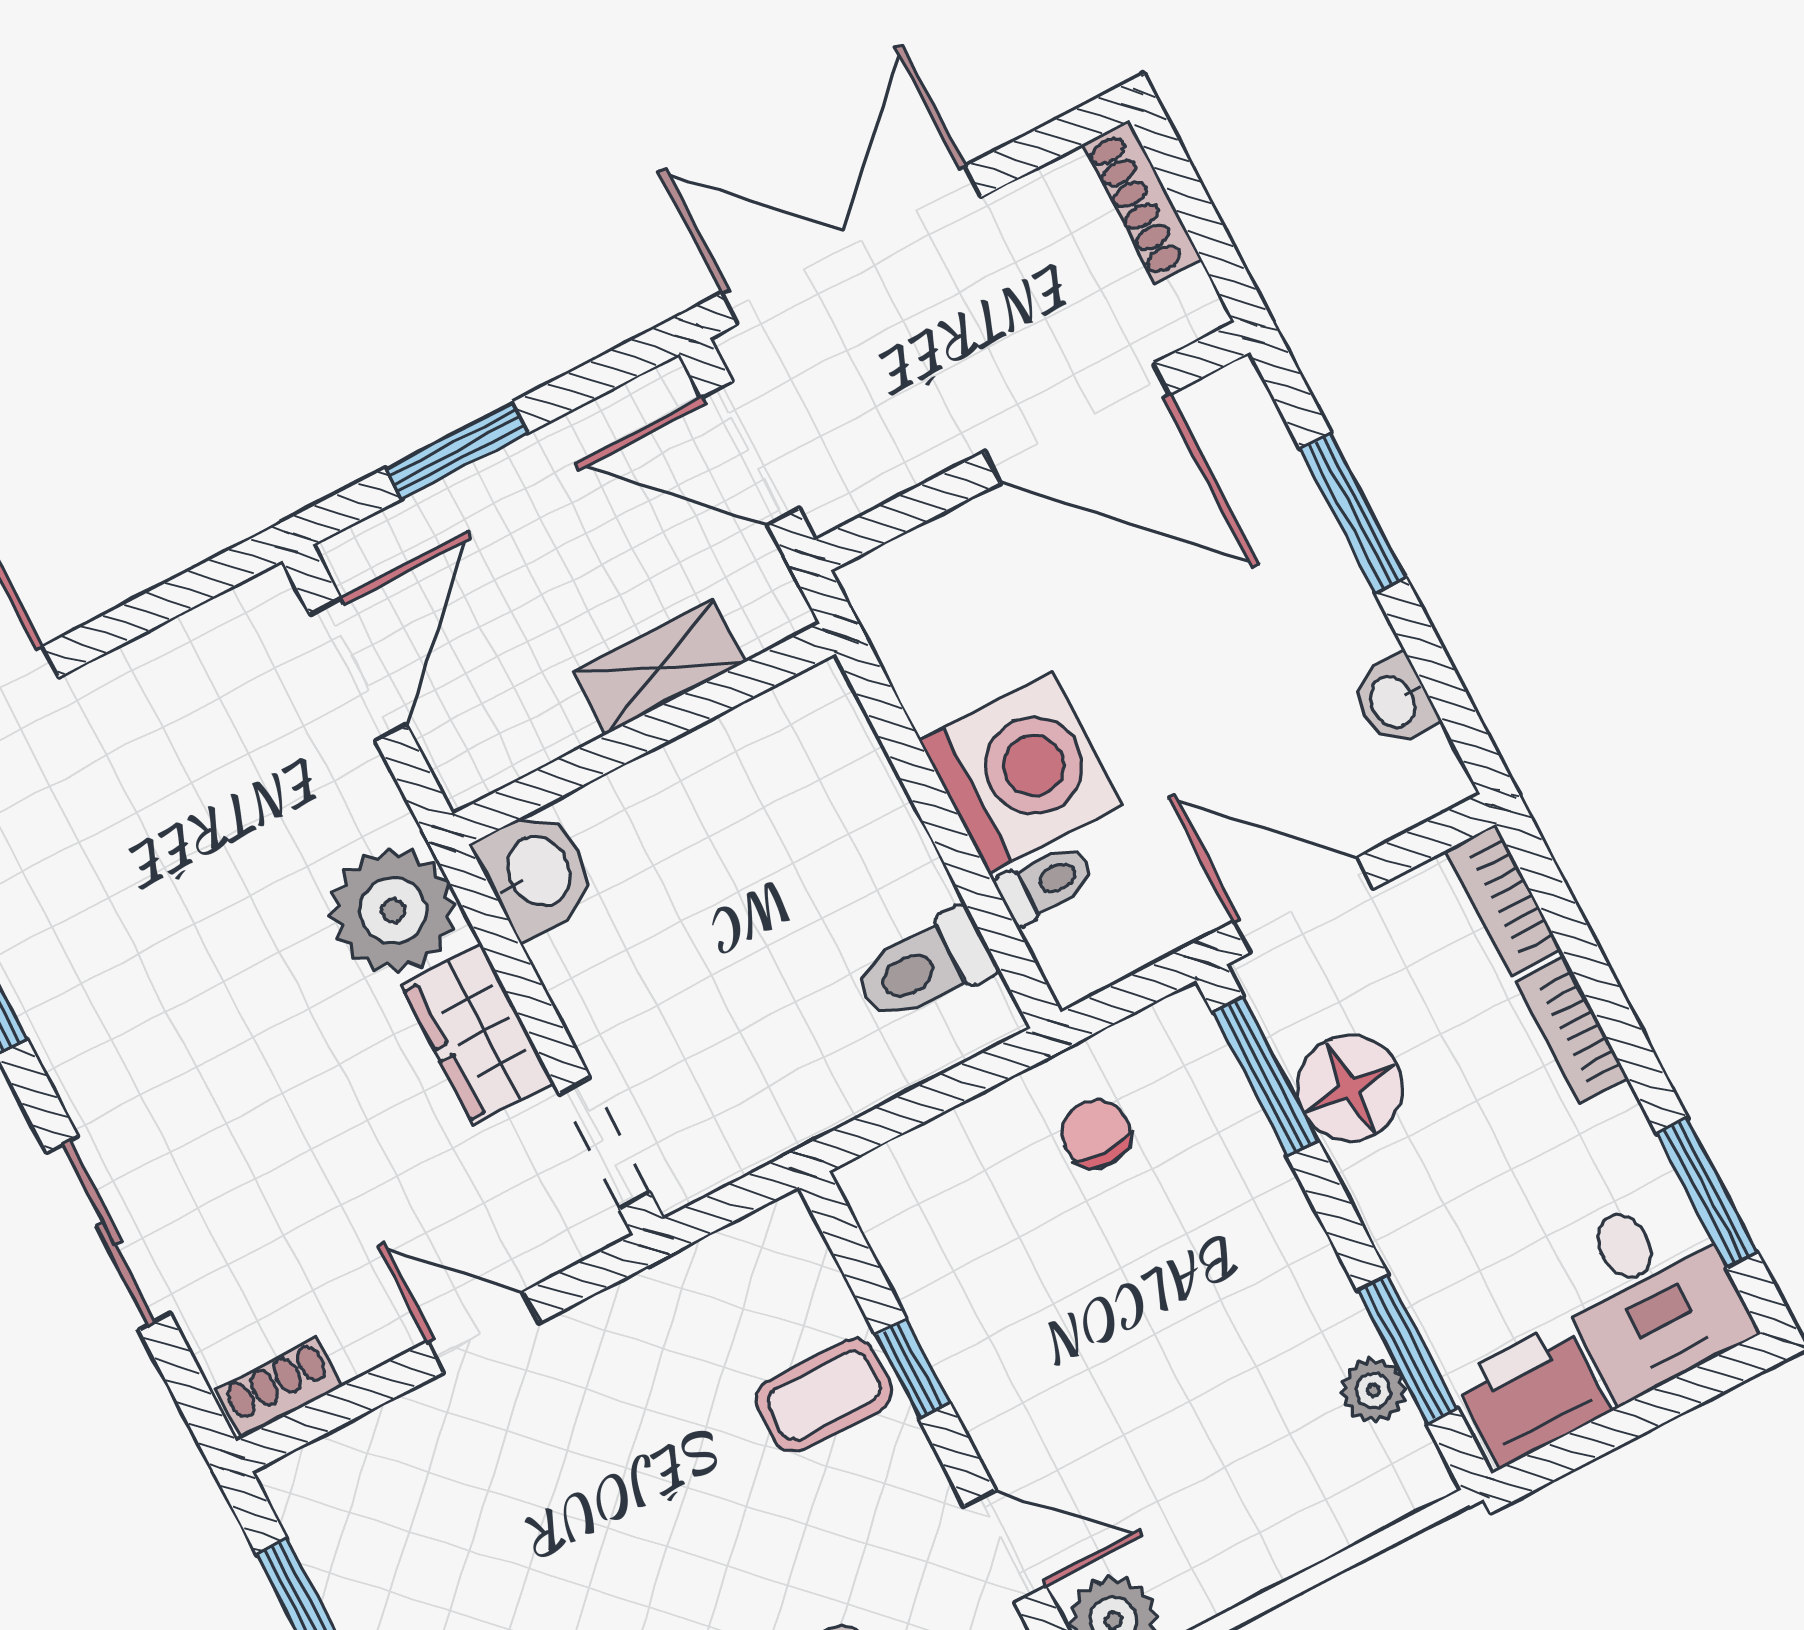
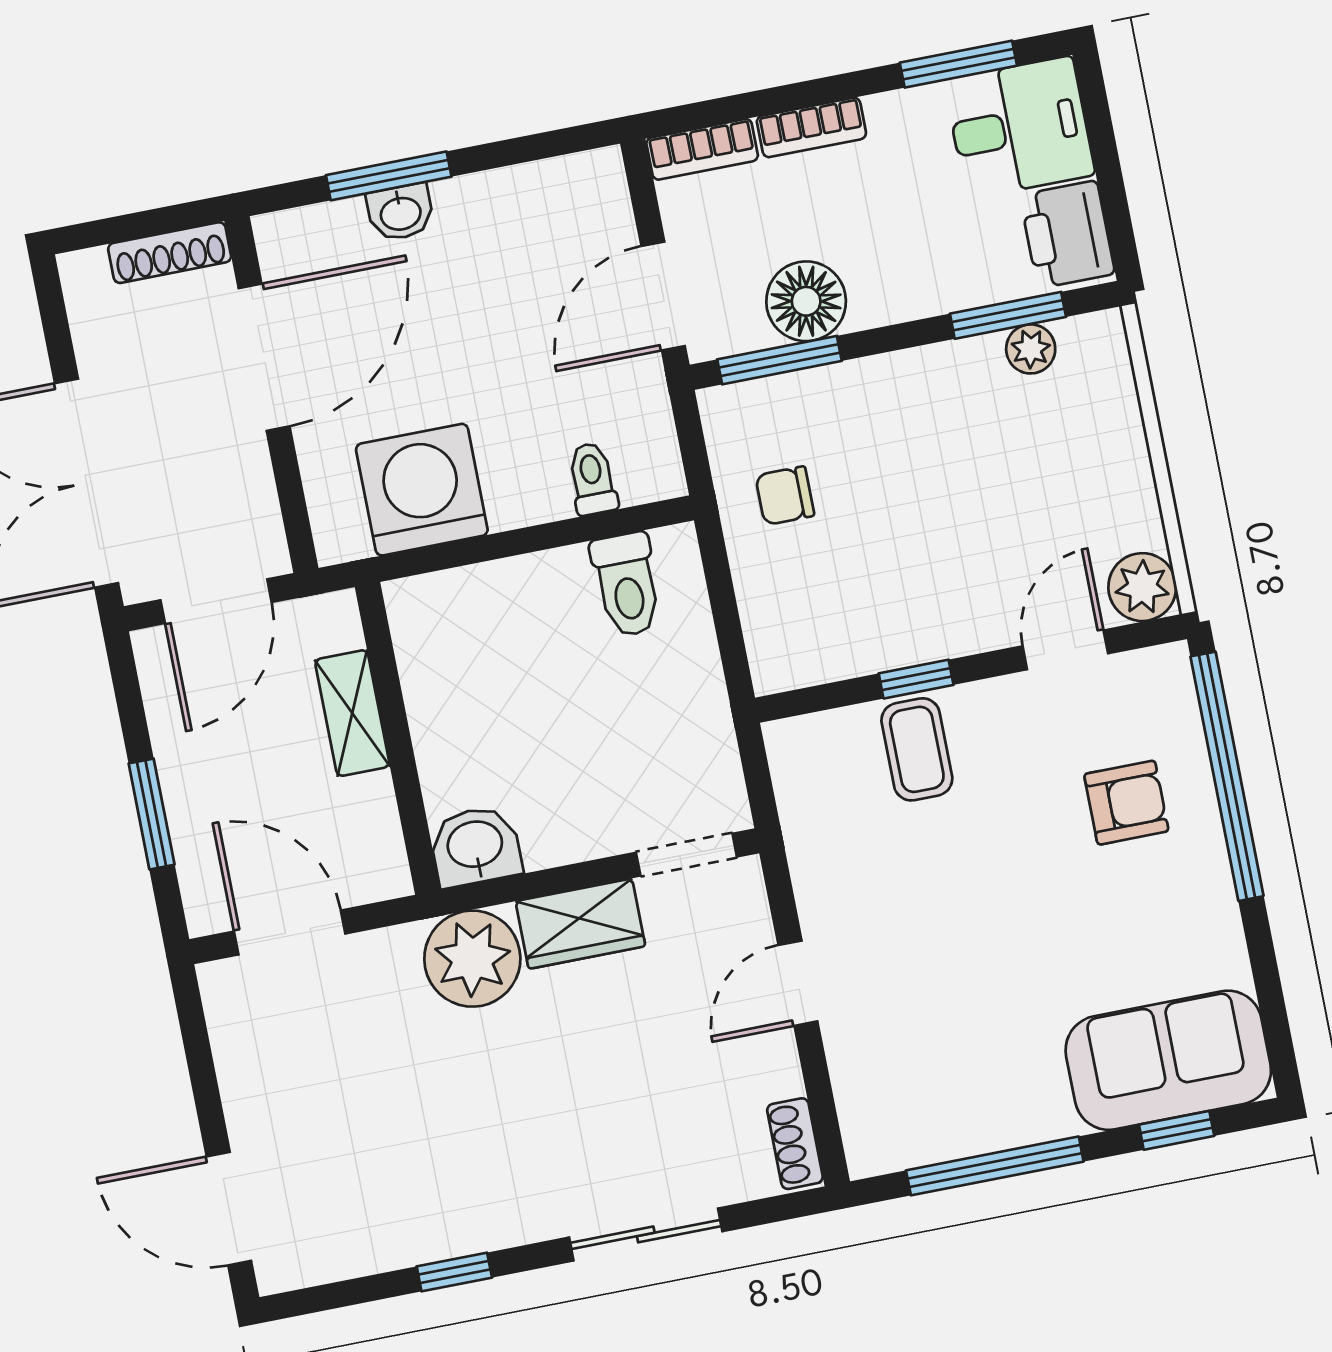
shoe rack: (1142, 202) -> (170, 253), moved
washbasin: (1394, 701) -> (400, 212), moved
washing machine: (1021, 772) -> (422, 490), moved

